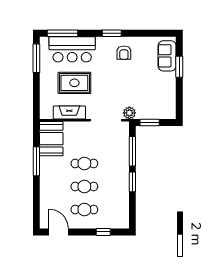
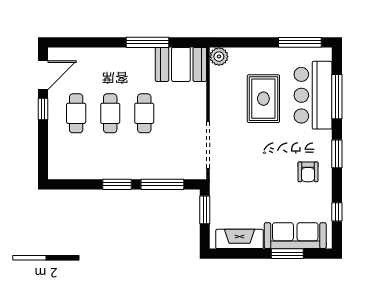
window: (63, 33) -> (337, 97), moved
window: (151, 33) -> (337, 212), added
armchair: (124, 53) -> (308, 172), turned -90
sofa: (167, 56) -> (295, 236), width x1.36
fireplace: (69, 113) -> (239, 239), moved, turned -90
plant: (129, 113) -> (219, 57), moved
window: (103, 232) -> (43, 109), moved

